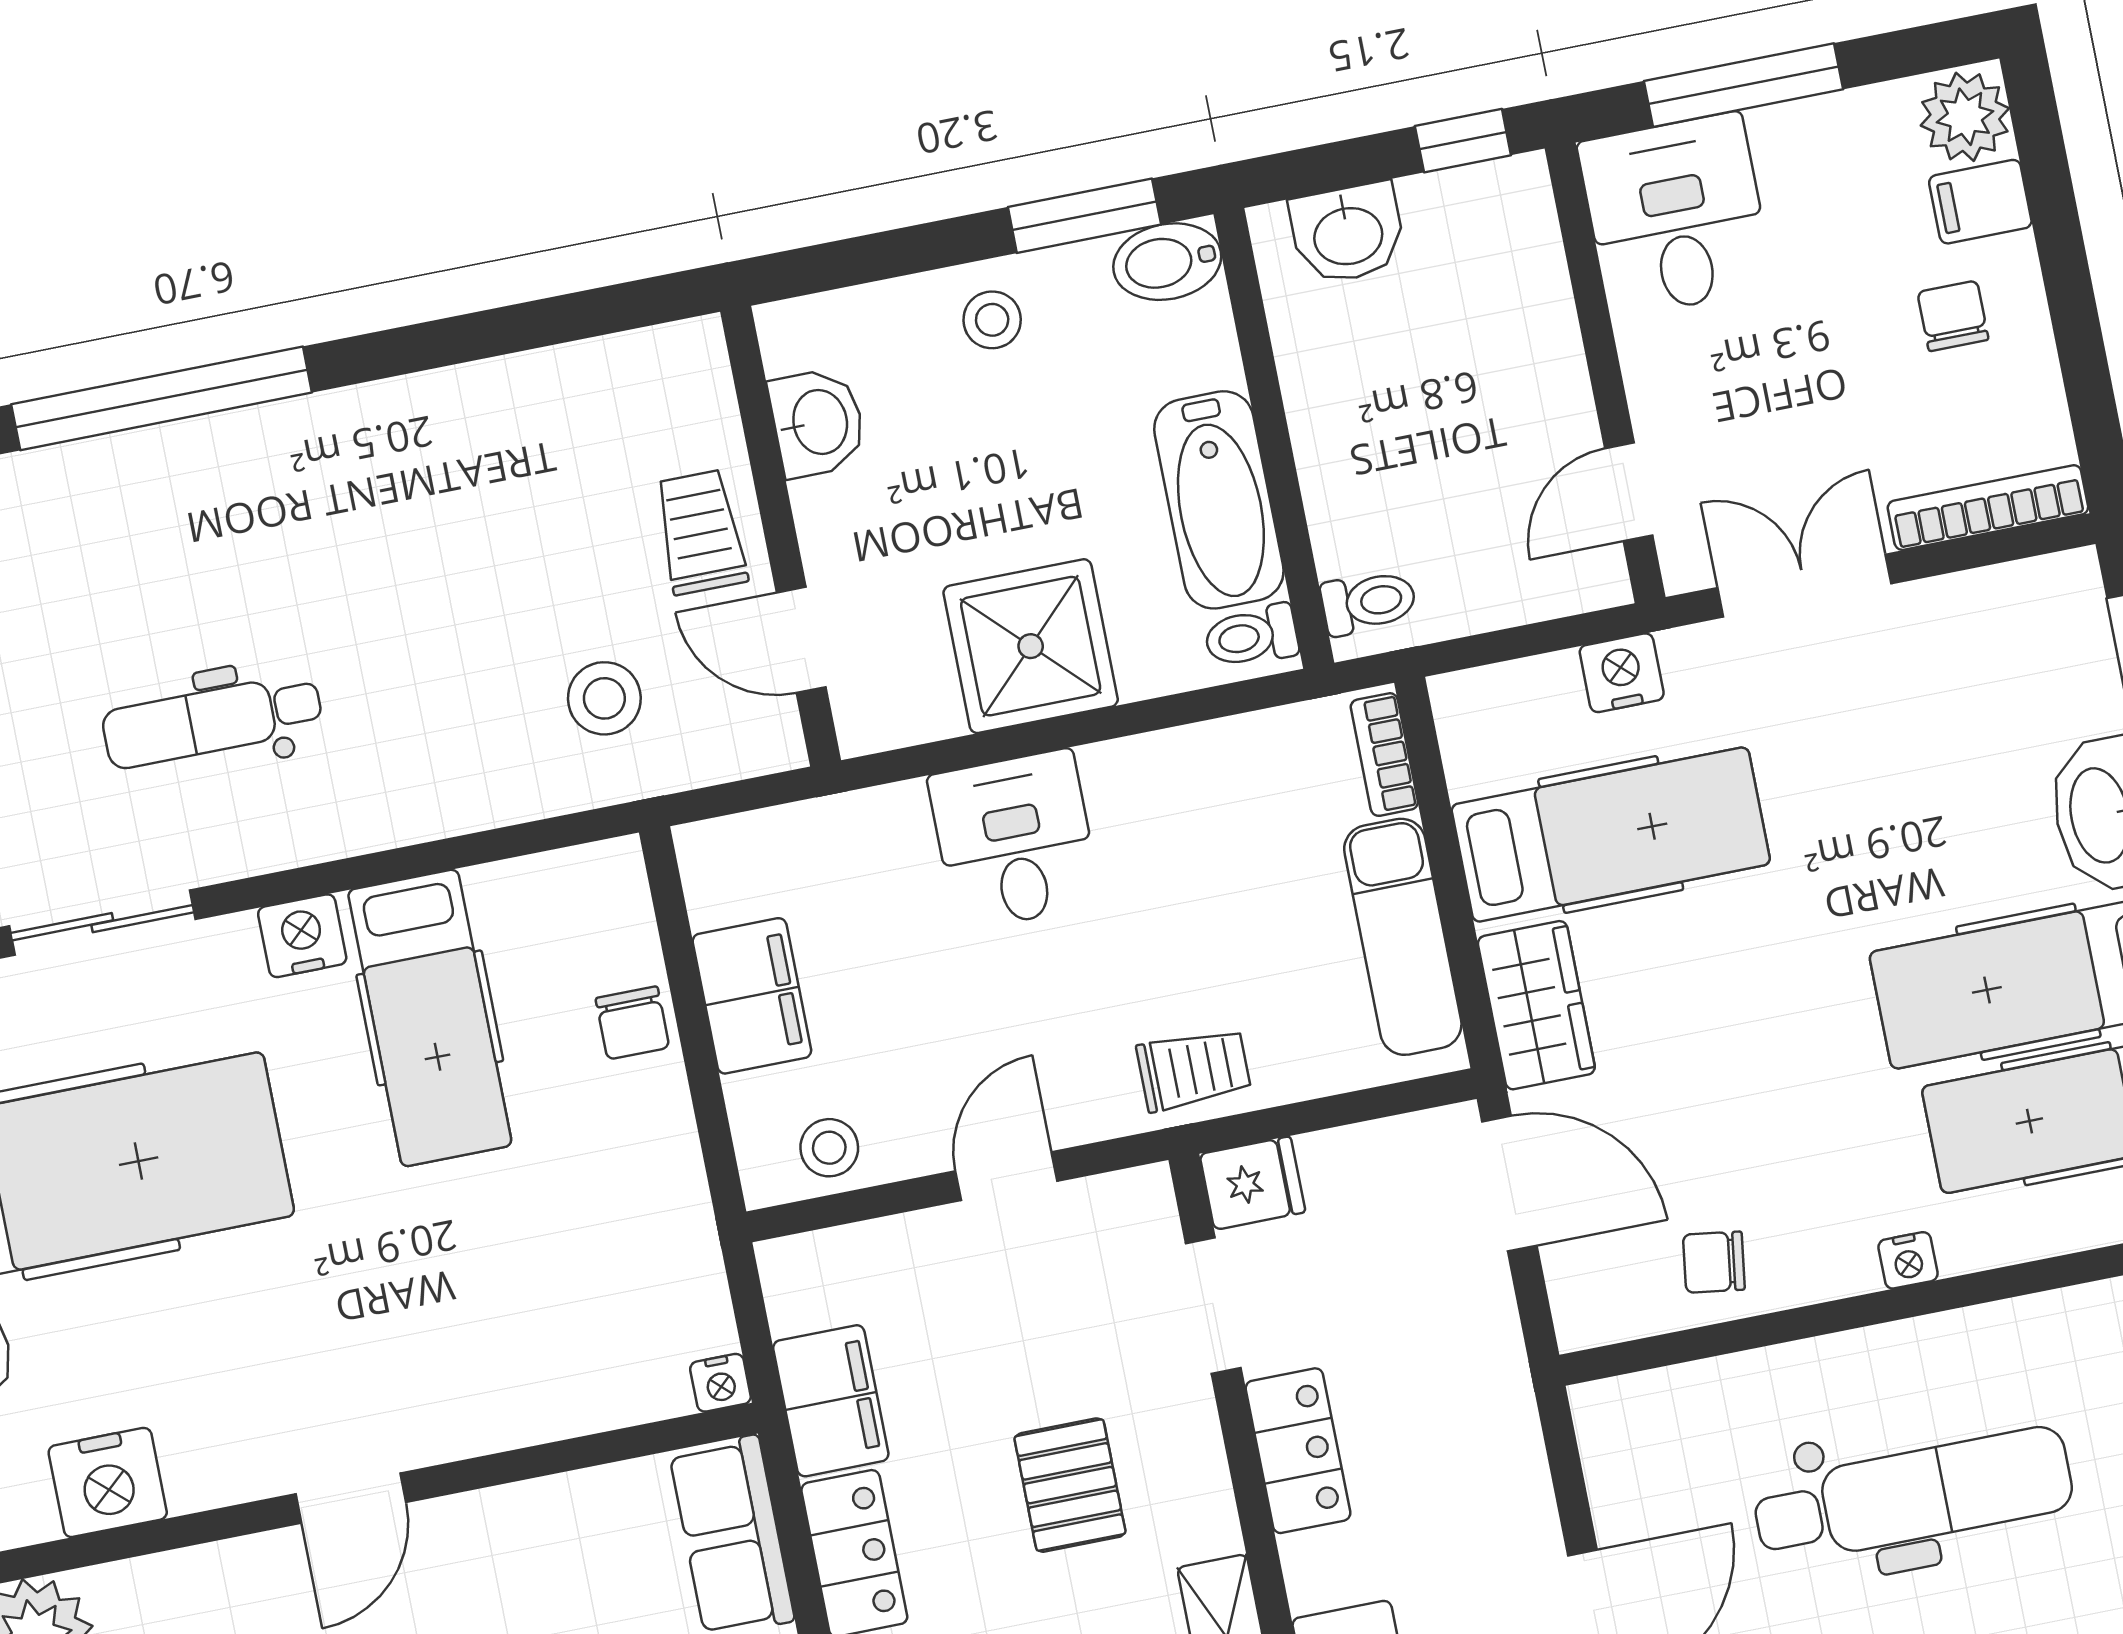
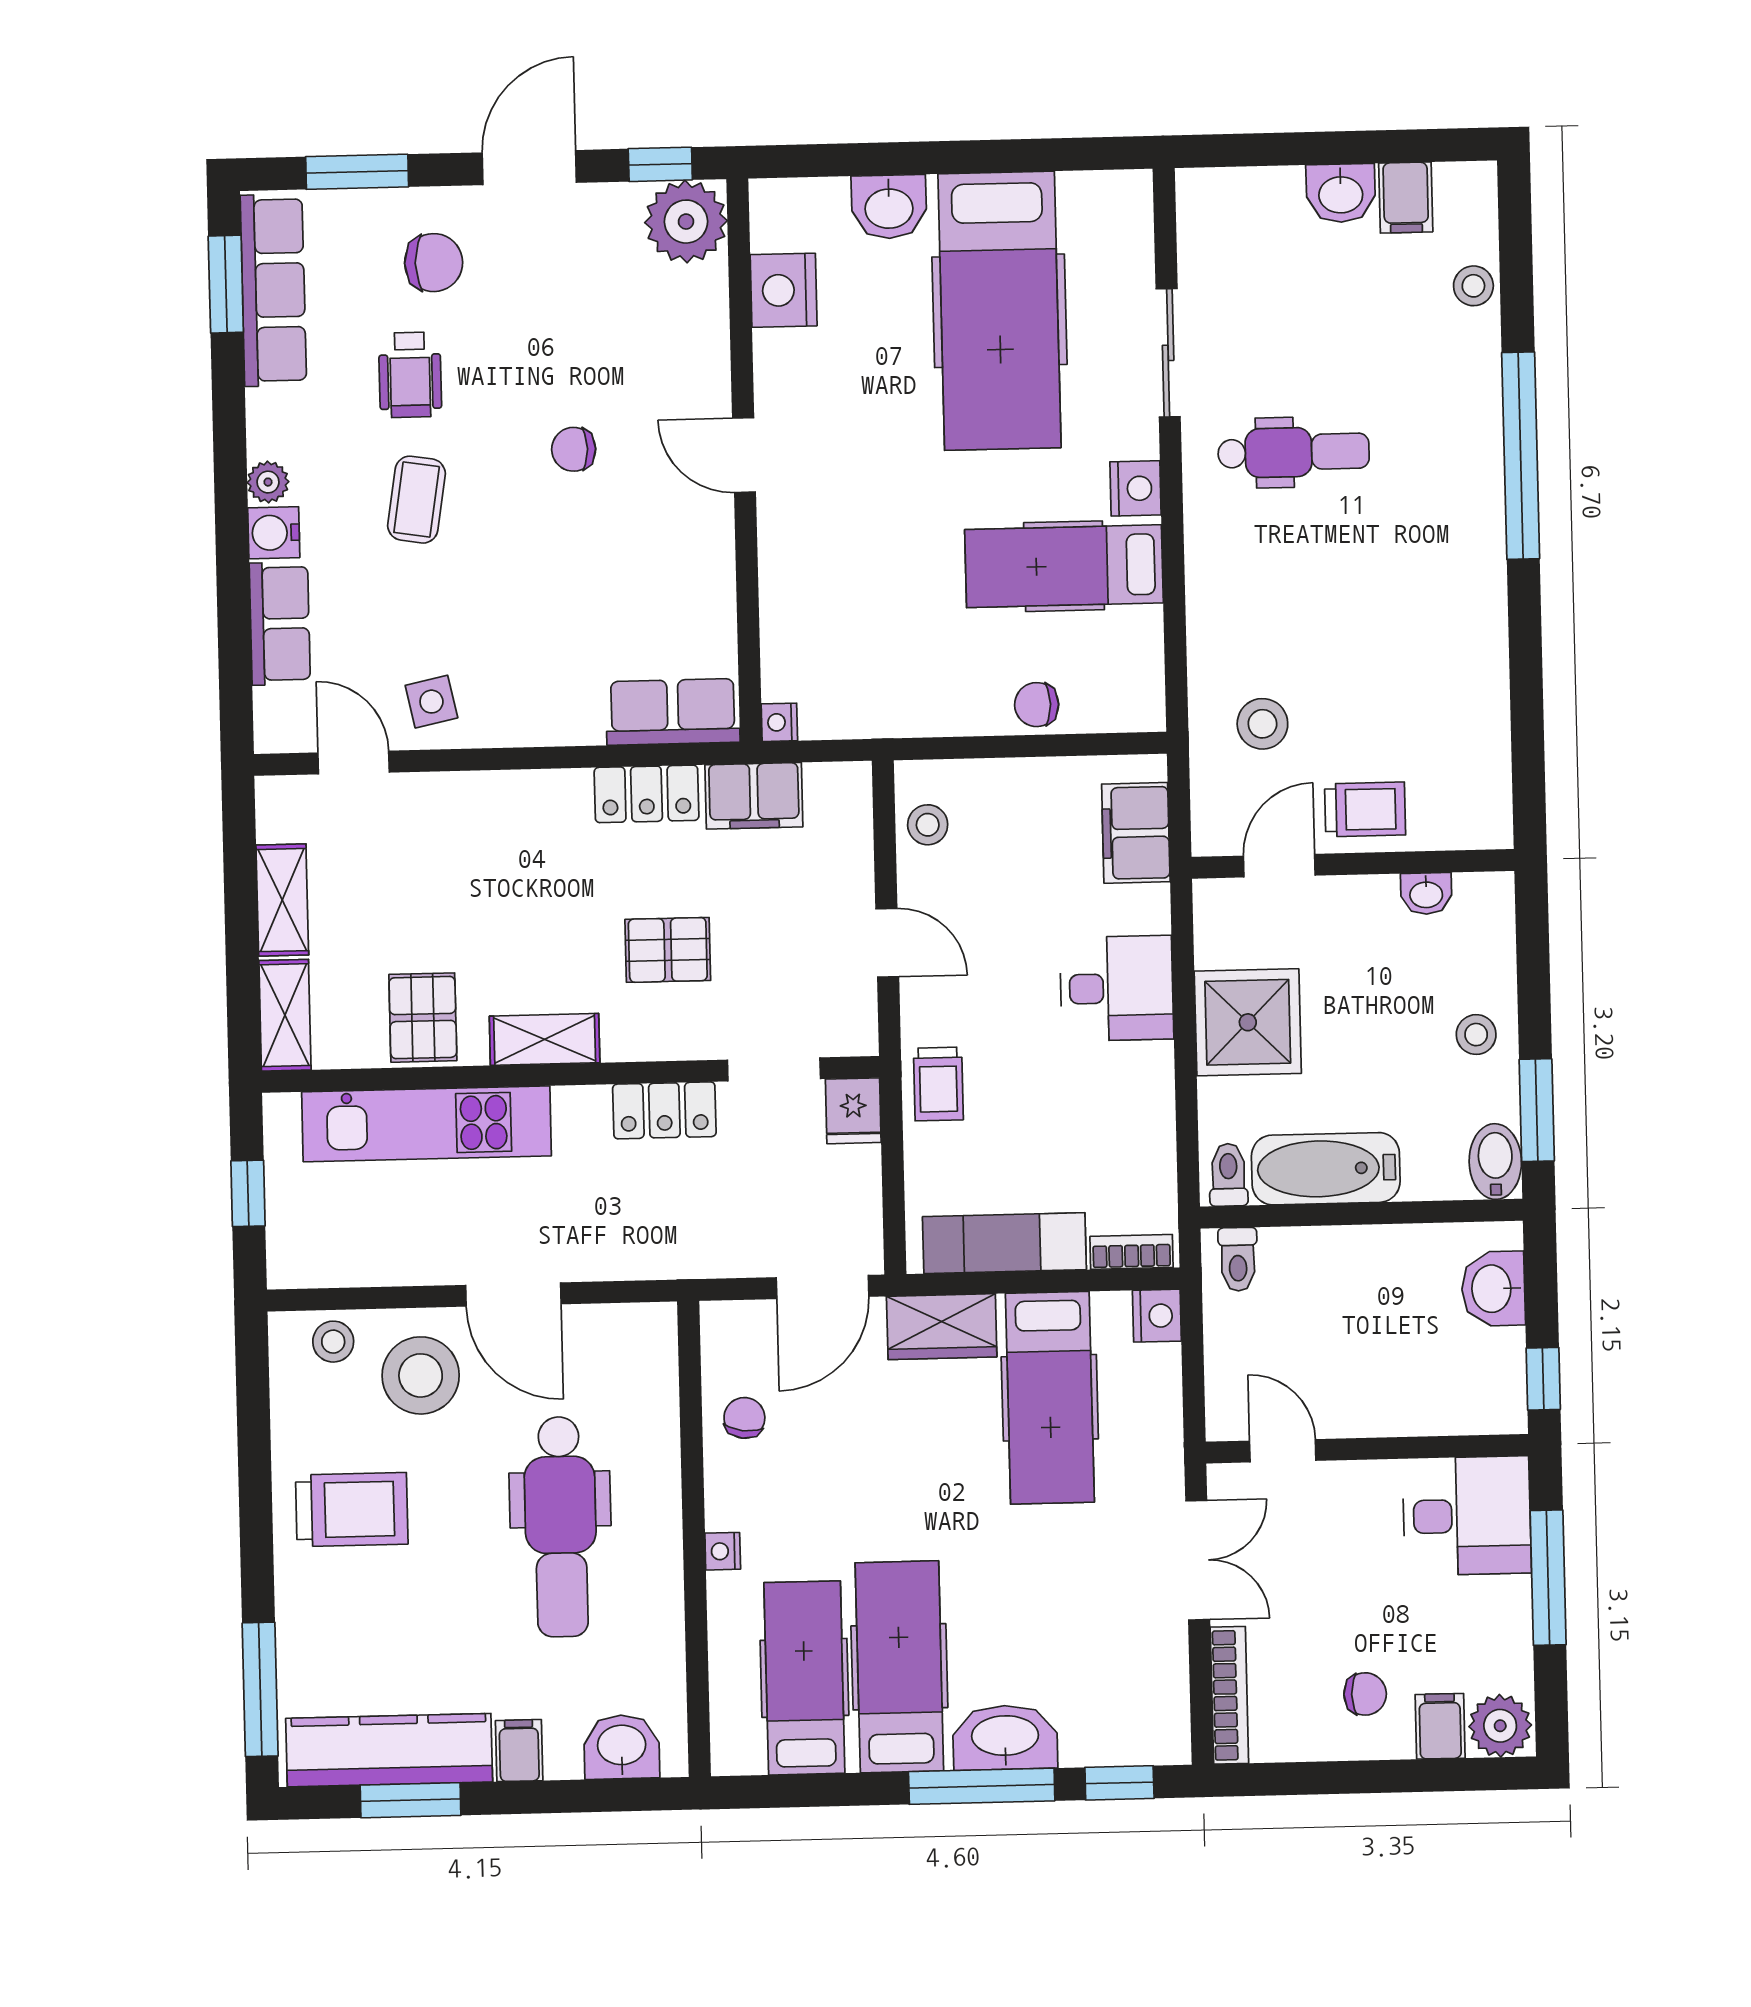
washbasin: (818, 422) -> (1426, 894), width x0.72, depth x0.69
nightstand: (1622, 673) -> (1157, 1316), moved
dental chair: (212, 721) -> (1294, 452), turned 90
filing cabinet: (752, 996) -> (1136, 833), moved, turned 90

